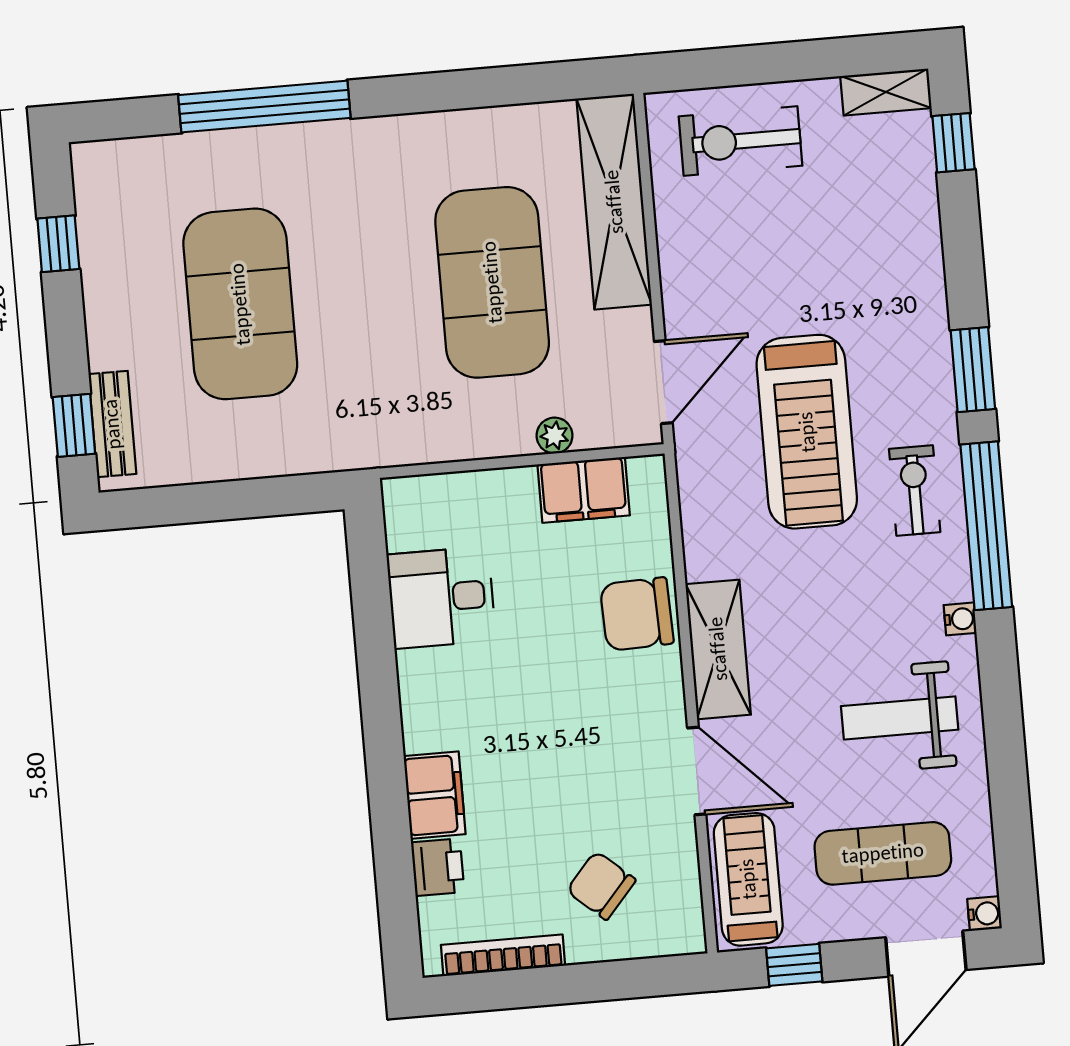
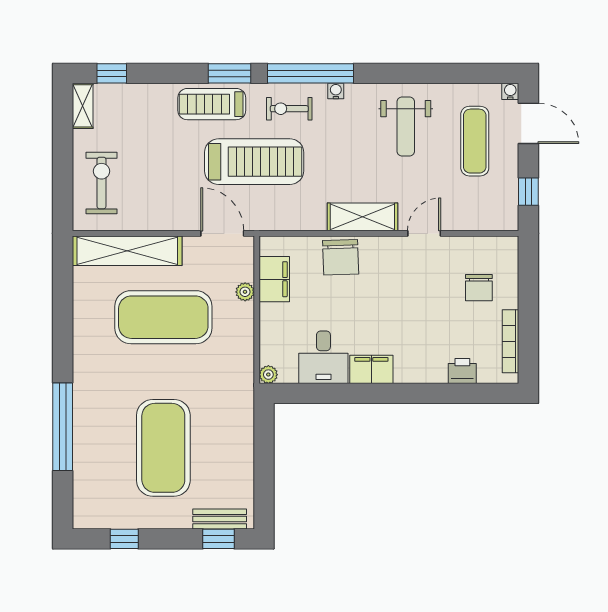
exercise bike: (741, 141) -> (102, 183), turned 180
exercise mat: (240, 304) -> (163, 448), turned 90
plant: (399, 494) -> (268, 375), added
water cooler: (960, 619) -> (336, 91), moved
door: (697, 771) -> (424, 233), width x0.73
filing cabinet: (435, 795) -> (371, 369), moved
treadmill: (748, 879) -> (212, 104), moved
chair: (601, 885) -> (479, 288), turned -41

